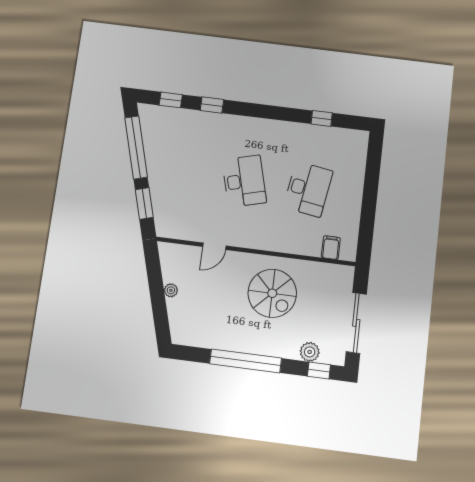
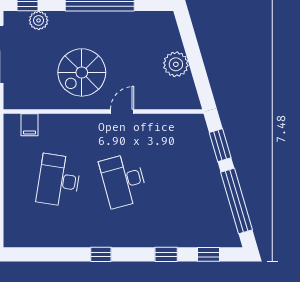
window: (322, 118) -> (101, 254), moved
door: (214, 246) -> (122, 111), moved
plant: (171, 290) -> (176, 64), width x1.87, depth x1.87
spiral stairs: (272, 293) -> (82, 72), turned -90

